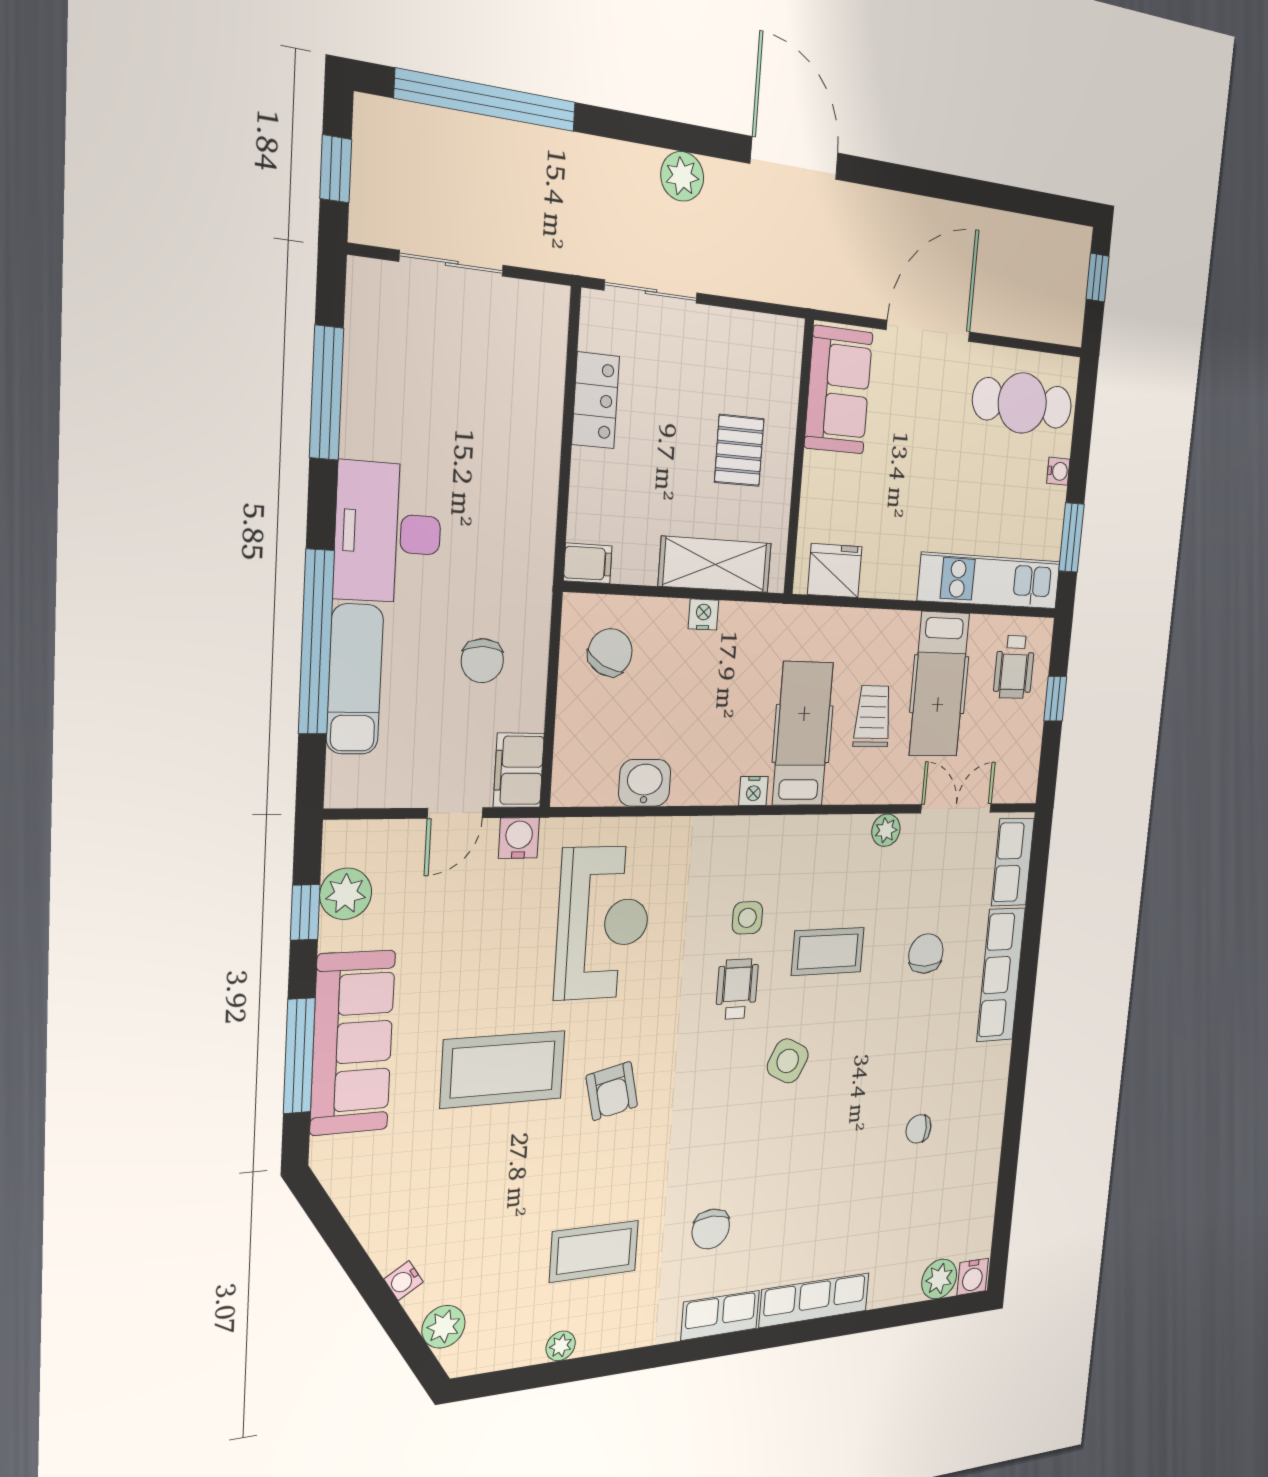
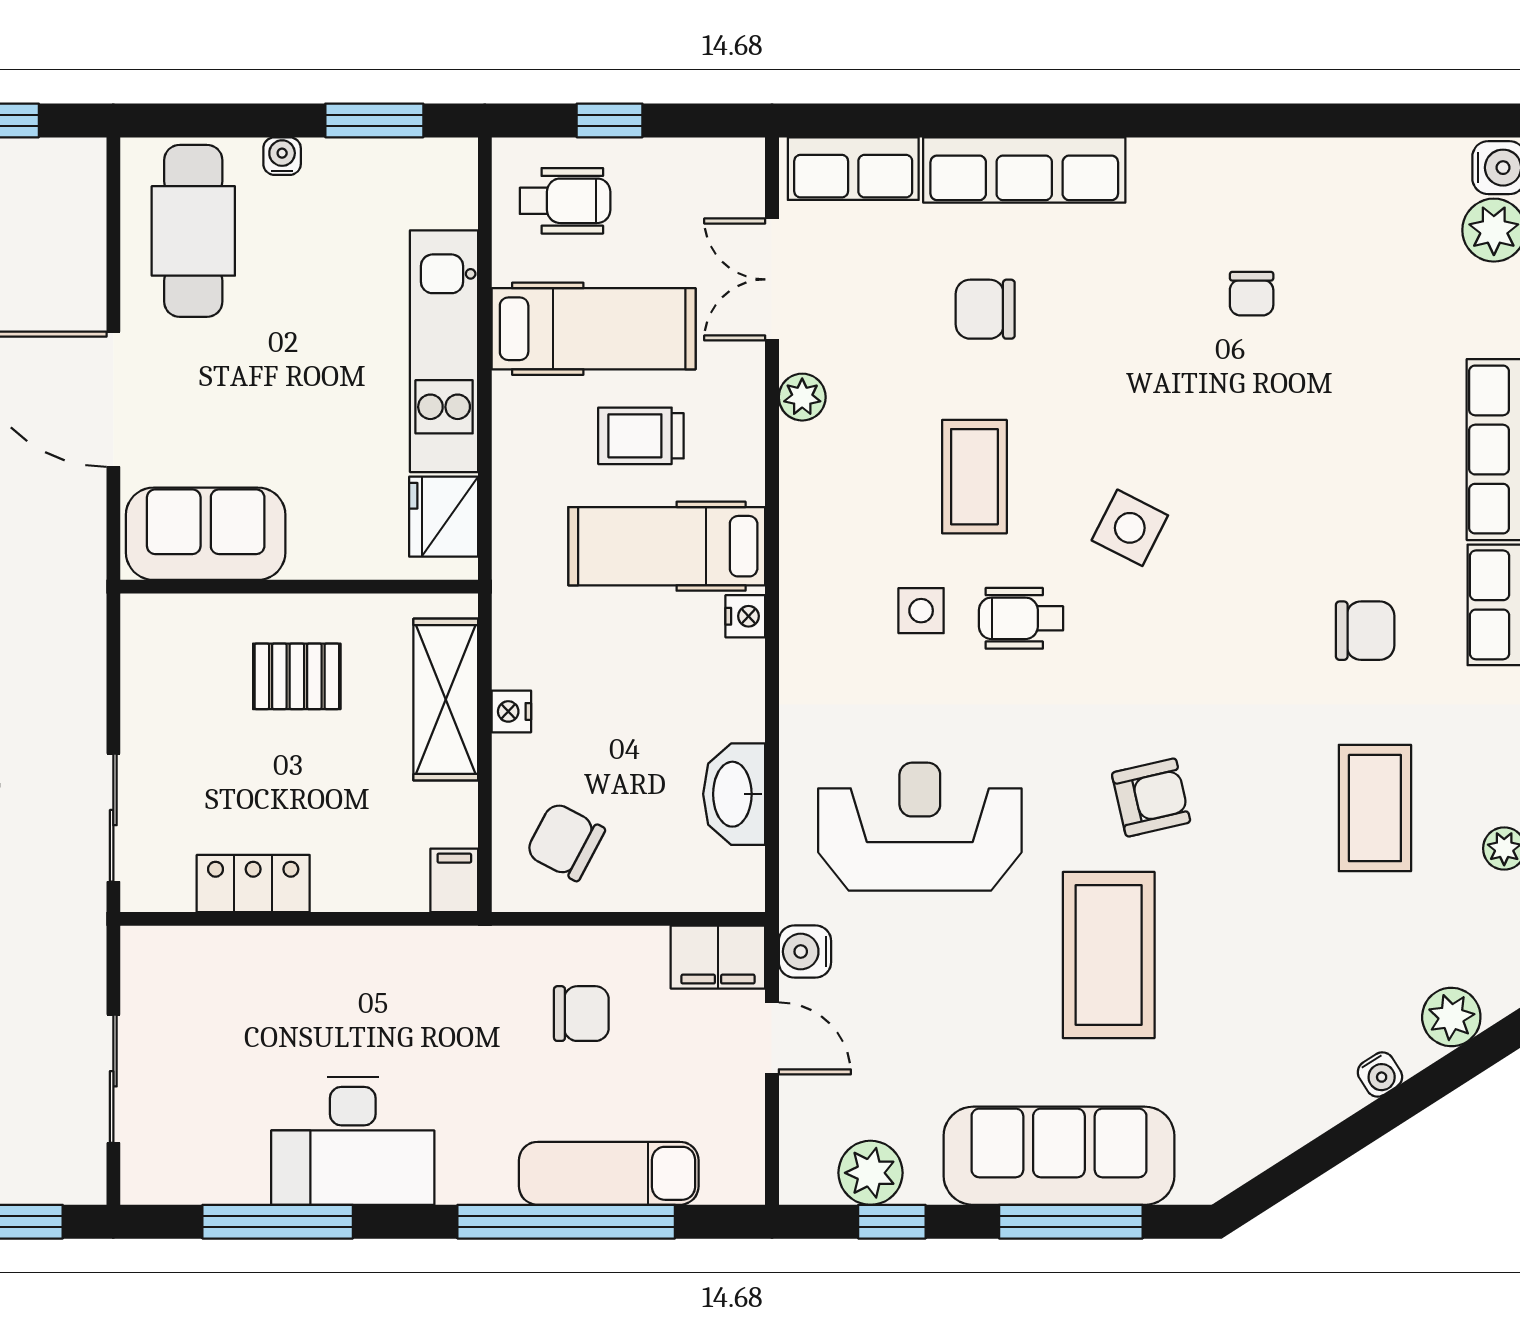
desk: (388, 533) -> (353, 1141), moved
kitchen unit: (990, 581) -> (444, 351), moved
washbasin: (645, 783) -> (734, 794), width x1.38

